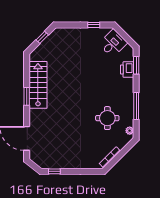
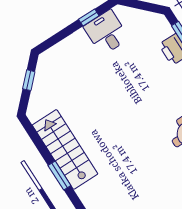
desk: (113, 43) -> (106, 33), moved, turned -45

